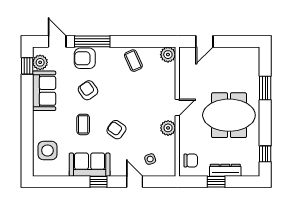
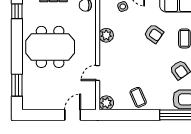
window: (265, 88) -> (17, 85), moved
door: (177, 108) -> (98, 73), moved

